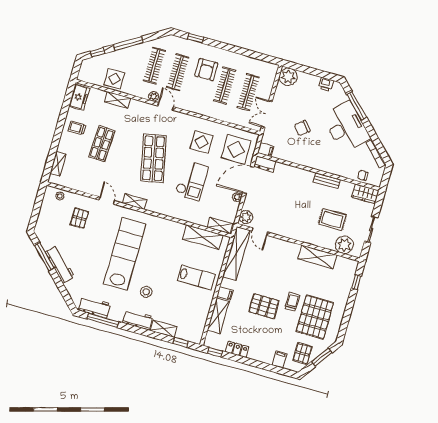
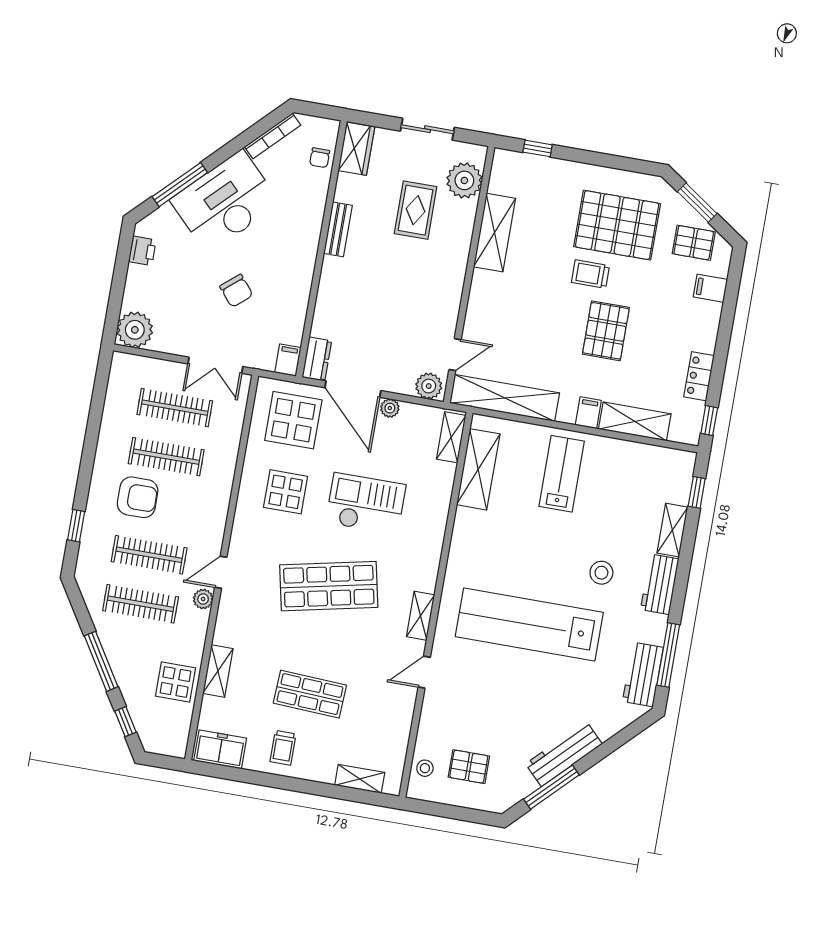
pallet: (79, 218) -> (469, 767), moved

